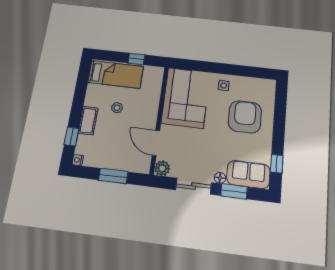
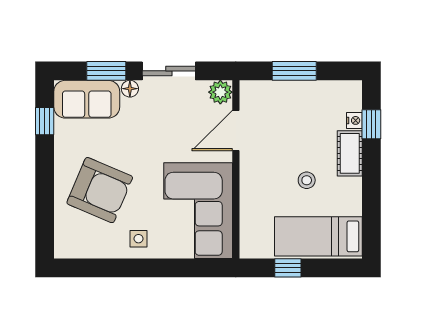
armchair: (245, 117) -> (100, 190), turned -67
door: (156, 143) -> (236, 130), swing flipped
nightstand: (78, 160) -> (354, 120), moved

